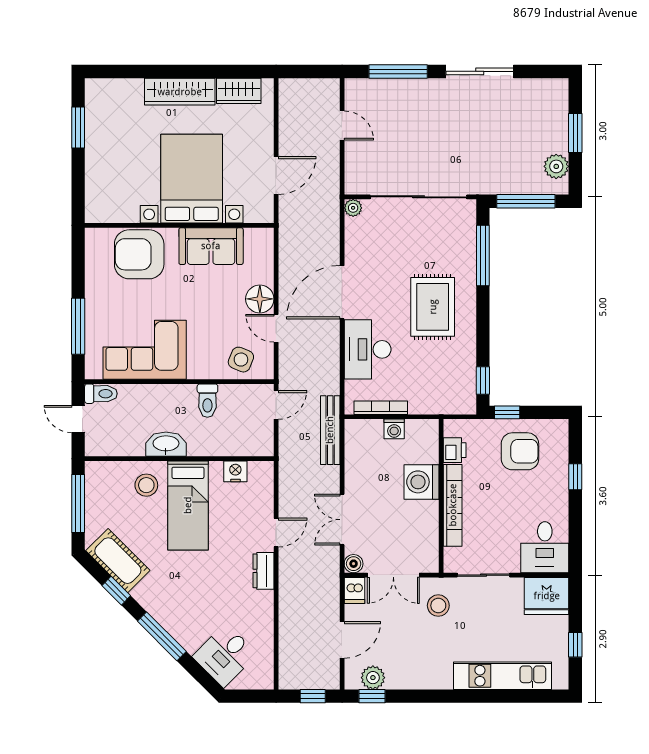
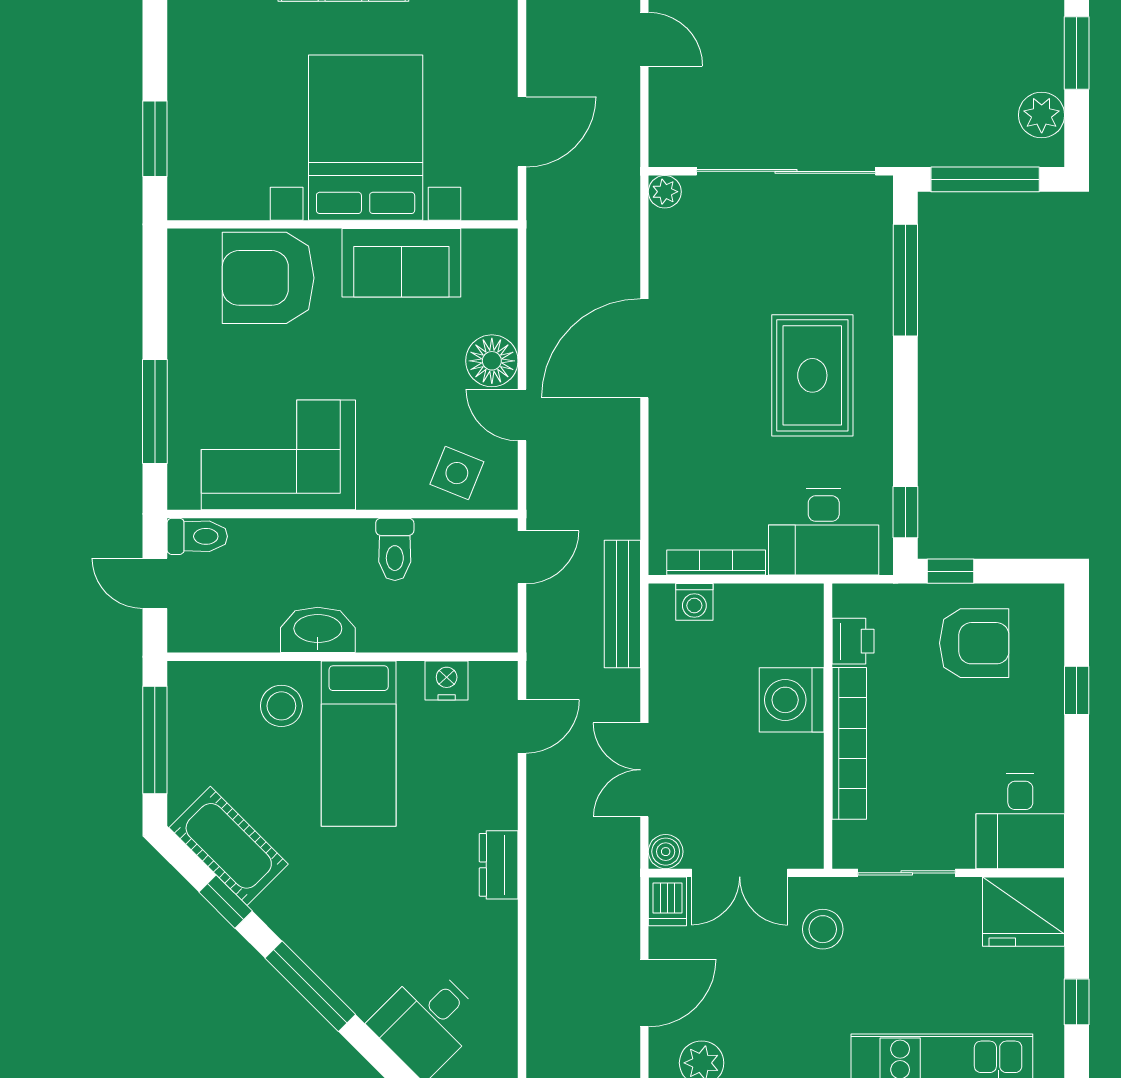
window: (78, 127) -> (155, 139), moved
desk: (368, 349) -> (824, 532), moved, turned -90
washing machine: (394, 429) -> (694, 602), moved
door: (276, 533) -> (522, 726), moved

